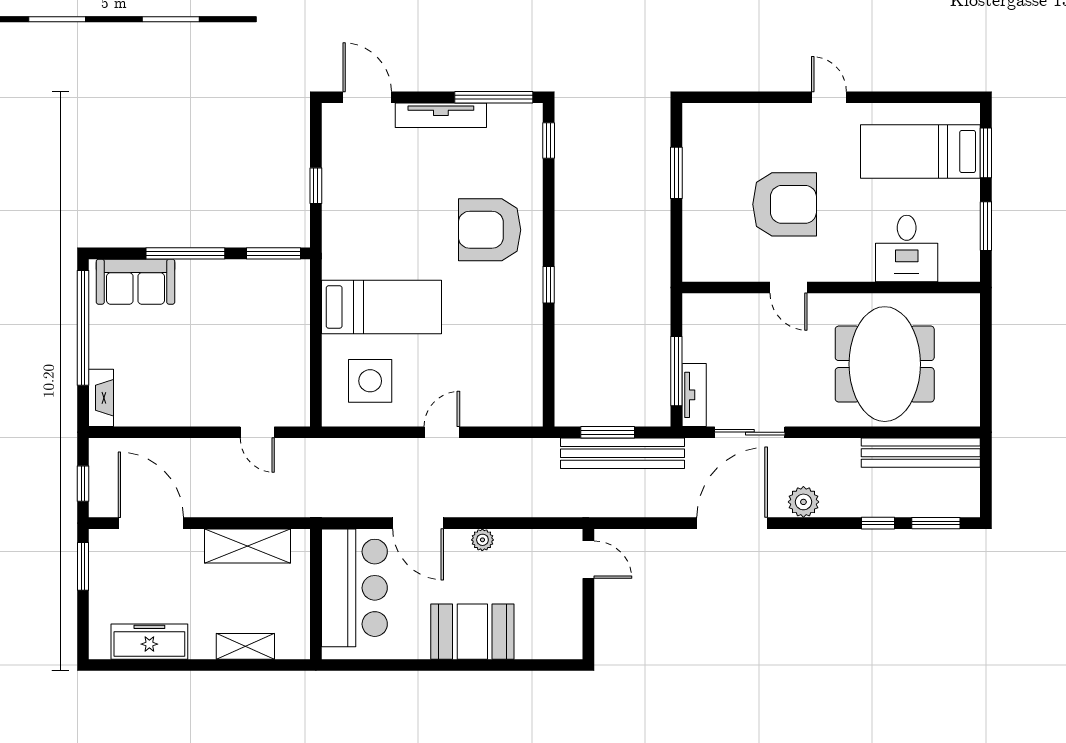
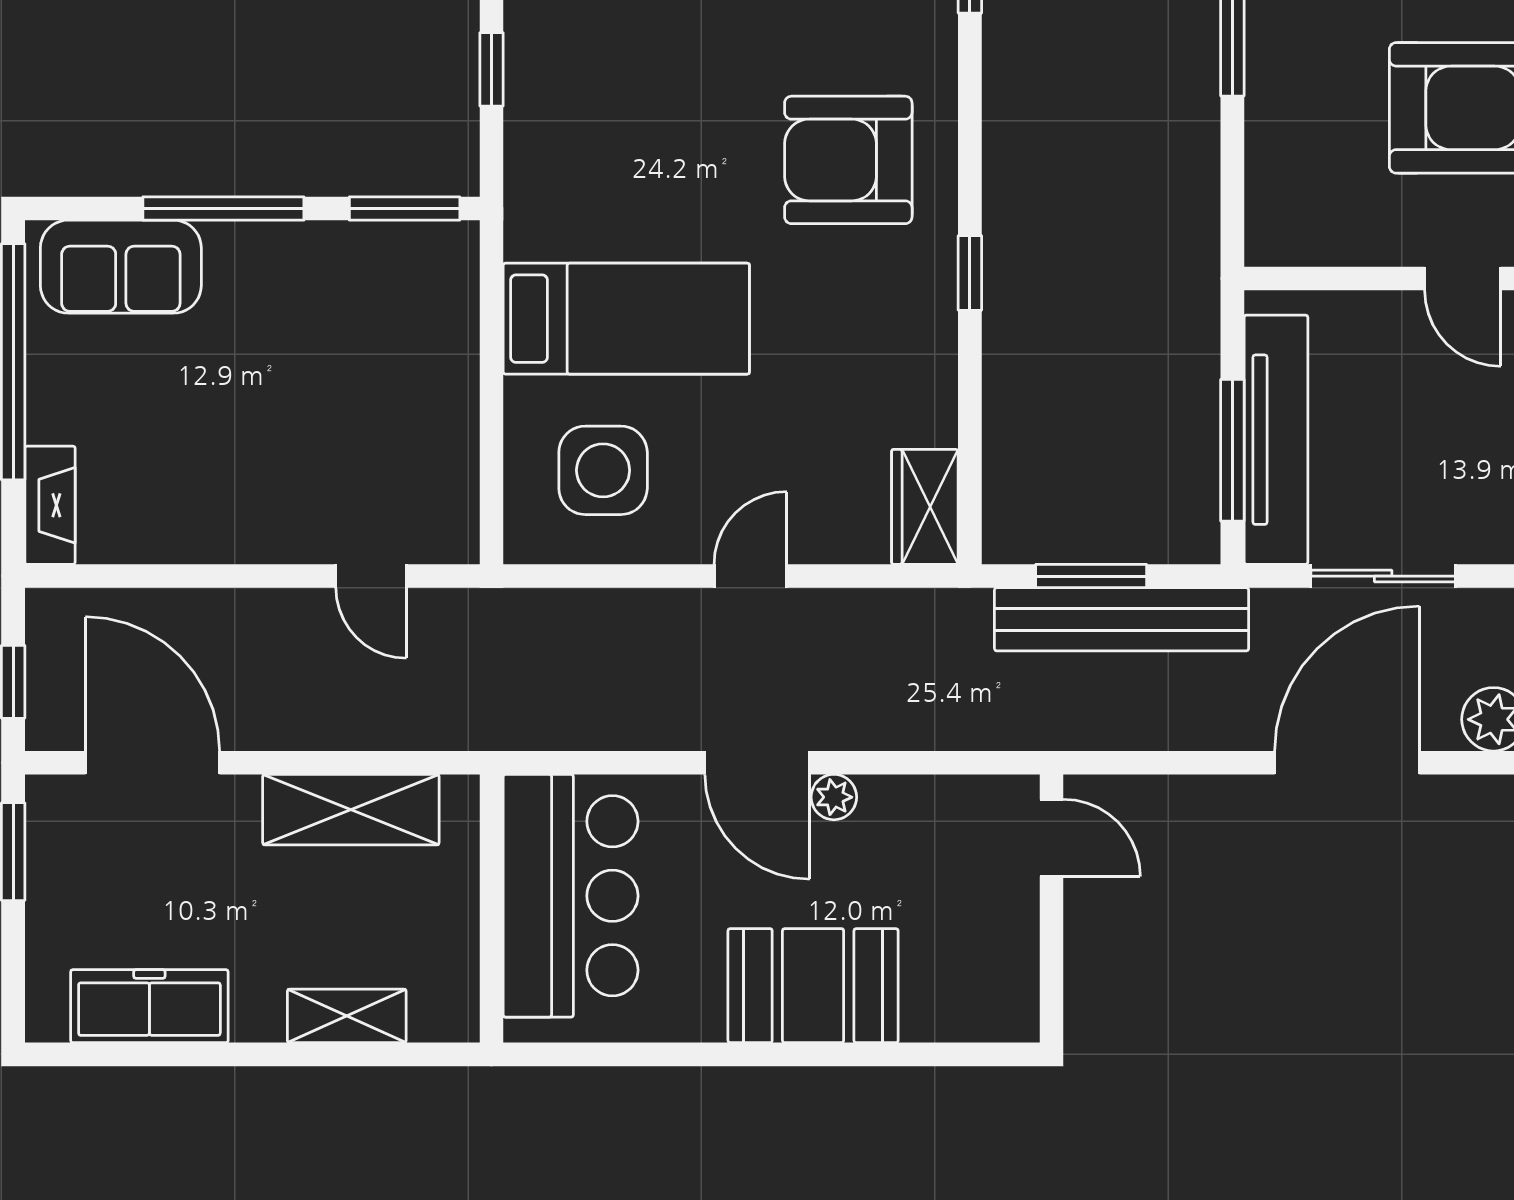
tv unit: (694, 395) -> (1276, 440), width x1.92, depth x1.29
wardrobe: (527, 399) -> (925, 507), added
door: (418, 523) -> (757, 763), moved

